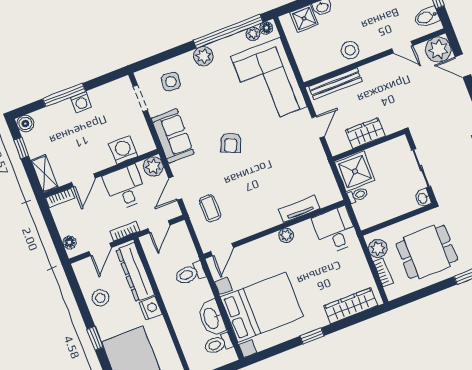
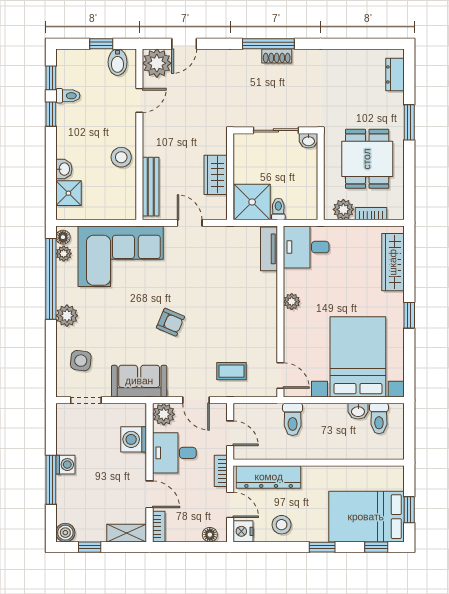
tv unit: (299, 209) -> (269, 249), moved
nightstand: (151, 308) -> (243, 531), moved, turned -90
washbasin: (212, 318) -> (358, 411), width x0.52, depth x0.69

